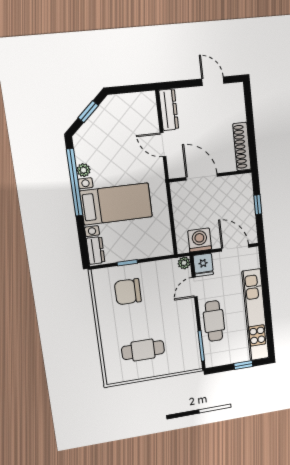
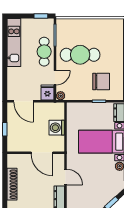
shoe rack: (242, 147) -> (12, 184), moved
washing machine: (200, 240) -> (57, 128), moved, turned 90
kitchen unit: (255, 315) -> (14, 42), width x0.73
cafe table: (143, 350) -> (80, 55), moved, width x1.37, depth x1.35
window: (243, 365) -> (41, 16), moved

